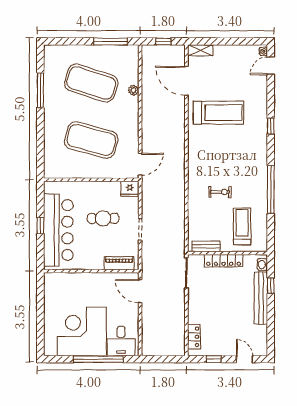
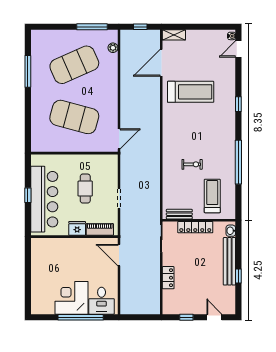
door: (186, 81) -> (161, 63), hinge flipped
exercise mat: (91, 83) -> (74, 65), turned -42
plant: (133, 90) -> (113, 48), moved
fridge: (130, 189) -> (77, 228), moved, turned 180
cafe table: (103, 218) -> (85, 189), turned 90
window: (271, 286) -> (238, 276), moved
corner desk: (82, 332) -> (72, 298), width x0.74, depth x0.74
locker: (194, 337) -> (168, 278), moved

